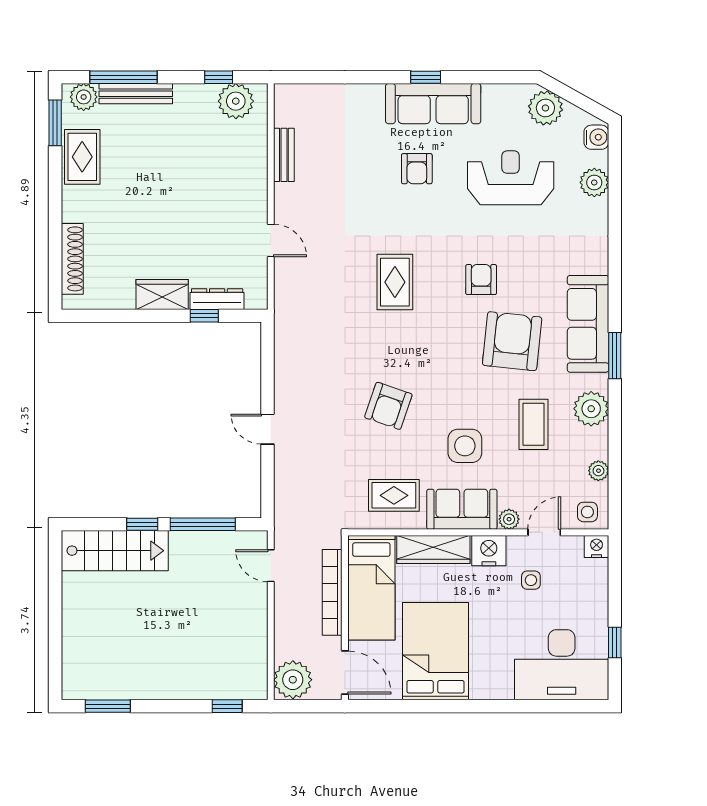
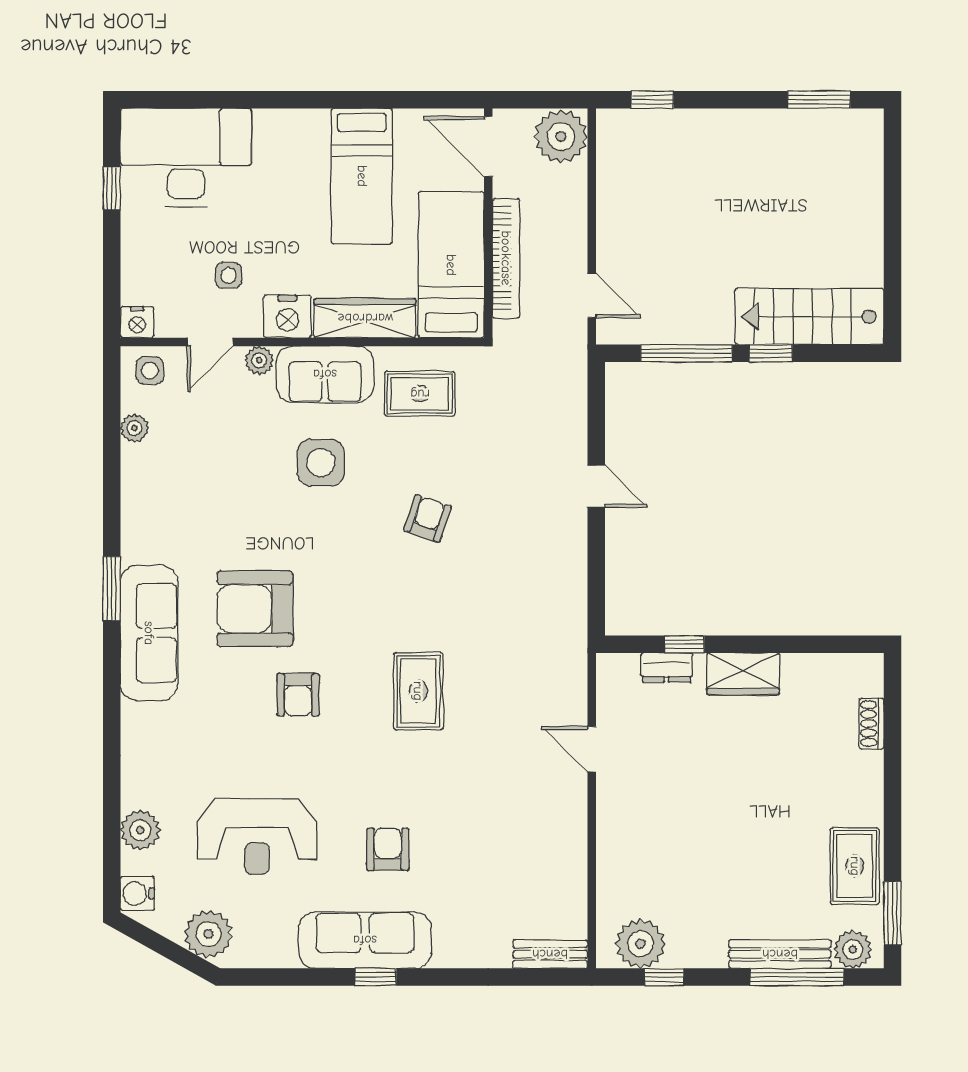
bench: (284, 155) -> (550, 954), moved, turned 90
shoe rack: (72, 259) -> (872, 724), width x0.51, depth x0.81
dresser: (217, 299) -> (667, 667), width x0.70
armchair: (512, 341) -> (255, 609), turned 84
armchair: (388, 406) -> (428, 519), width x0.72, depth x0.72
plant: (591, 409) -> (145, 515), removed
coffee table: (534, 424) -> (225, 493), removed
bed: (436, 651) -> (362, 176), width x0.67

